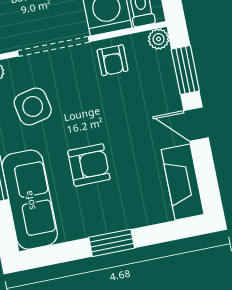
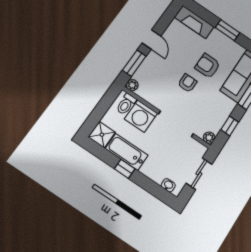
armchair: (113, 60) -> (187, 83), moved
side table: (33, 107) -> (207, 109), removed
fireplace: (183, 182) -> (194, 22), moved, turned 90

